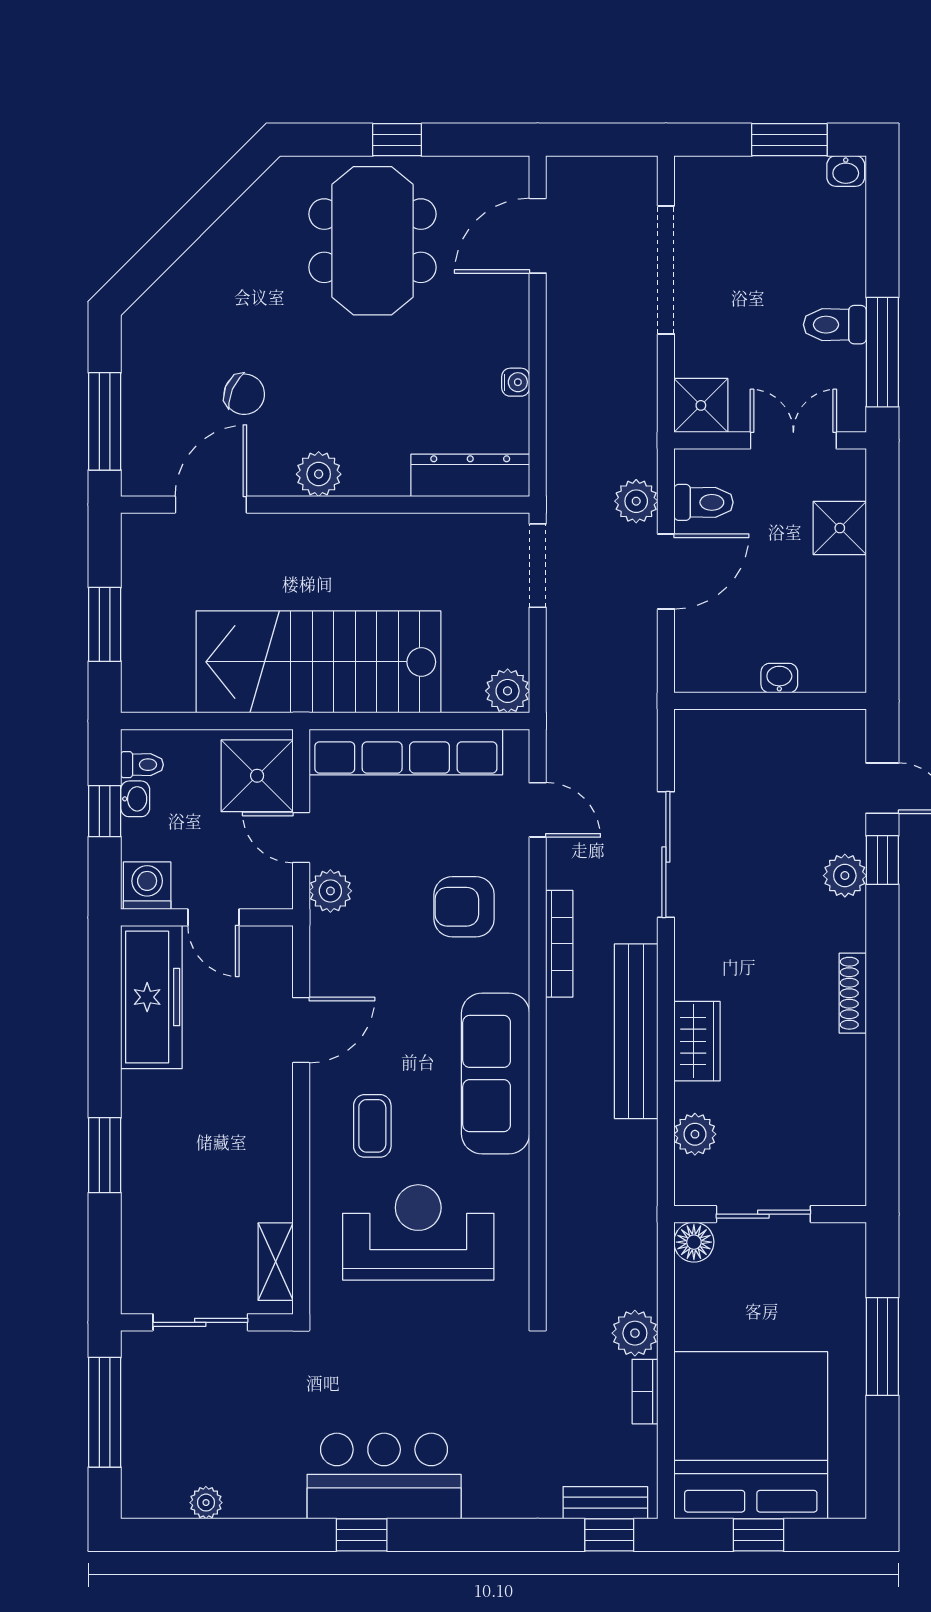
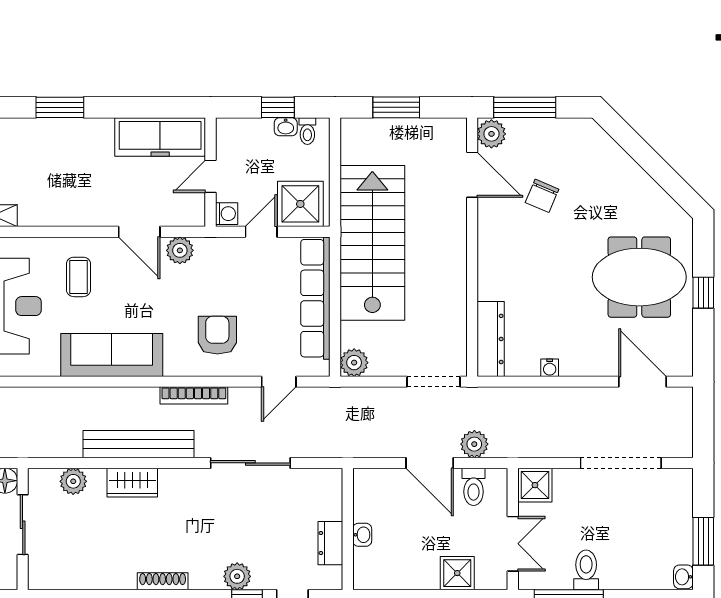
plant: (319, 474) -> (491, 134), moved
dresser: (792, 728) -> (330, 543), added
washing machine: (147, 886) -> (227, 214), moved, width x0.73, depth x0.73
plant: (330, 891) -> (180, 250), moved
coffee table: (372, 1126) -> (79, 277), turned 90

